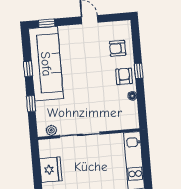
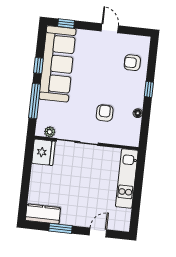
armchair: (124, 76) -> (105, 113), moved
window: (31, 104) -> (35, 101), width x2.17
fridge: (51, 170) -> (43, 152), moved

